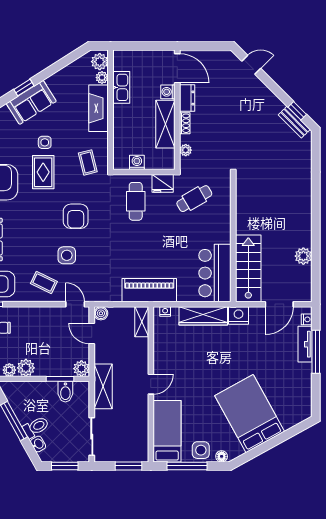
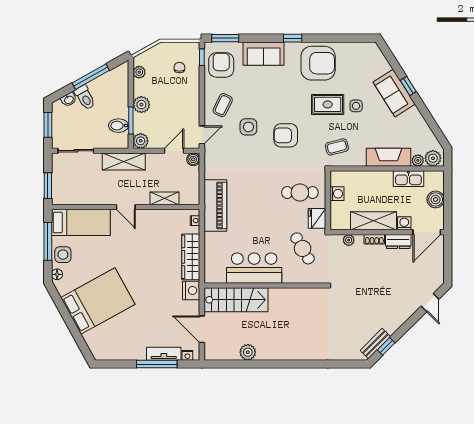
boiler: (143, 59) -> (436, 199), added
bar counter: (215, 273) -> (254, 268), moved
shelving: (142, 322) -> (165, 198), moved
plant: (26, 368) -> (141, 105), moved

